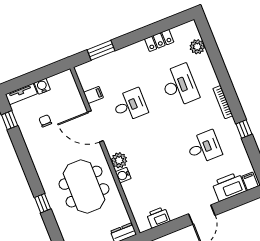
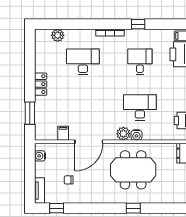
locker: (159, 40) -> (41, 84), moved
water cooler: (42, 86) -> (40, 156), moved
desk: (130, 105) -> (140, 107), moved, width x1.37

